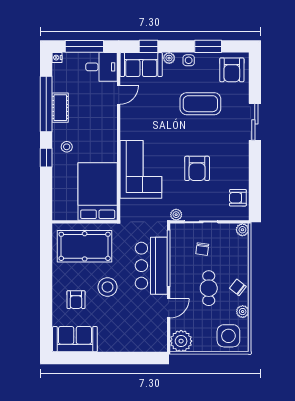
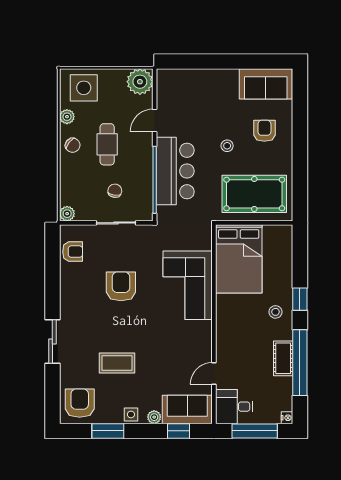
coffee table: (200, 104) -> (117, 363), width x0.73, depth x0.76
plant: (176, 215) -> (146, 232), removed
stool: (108, 287) -> (227, 146), width x0.53, depth x0.53

